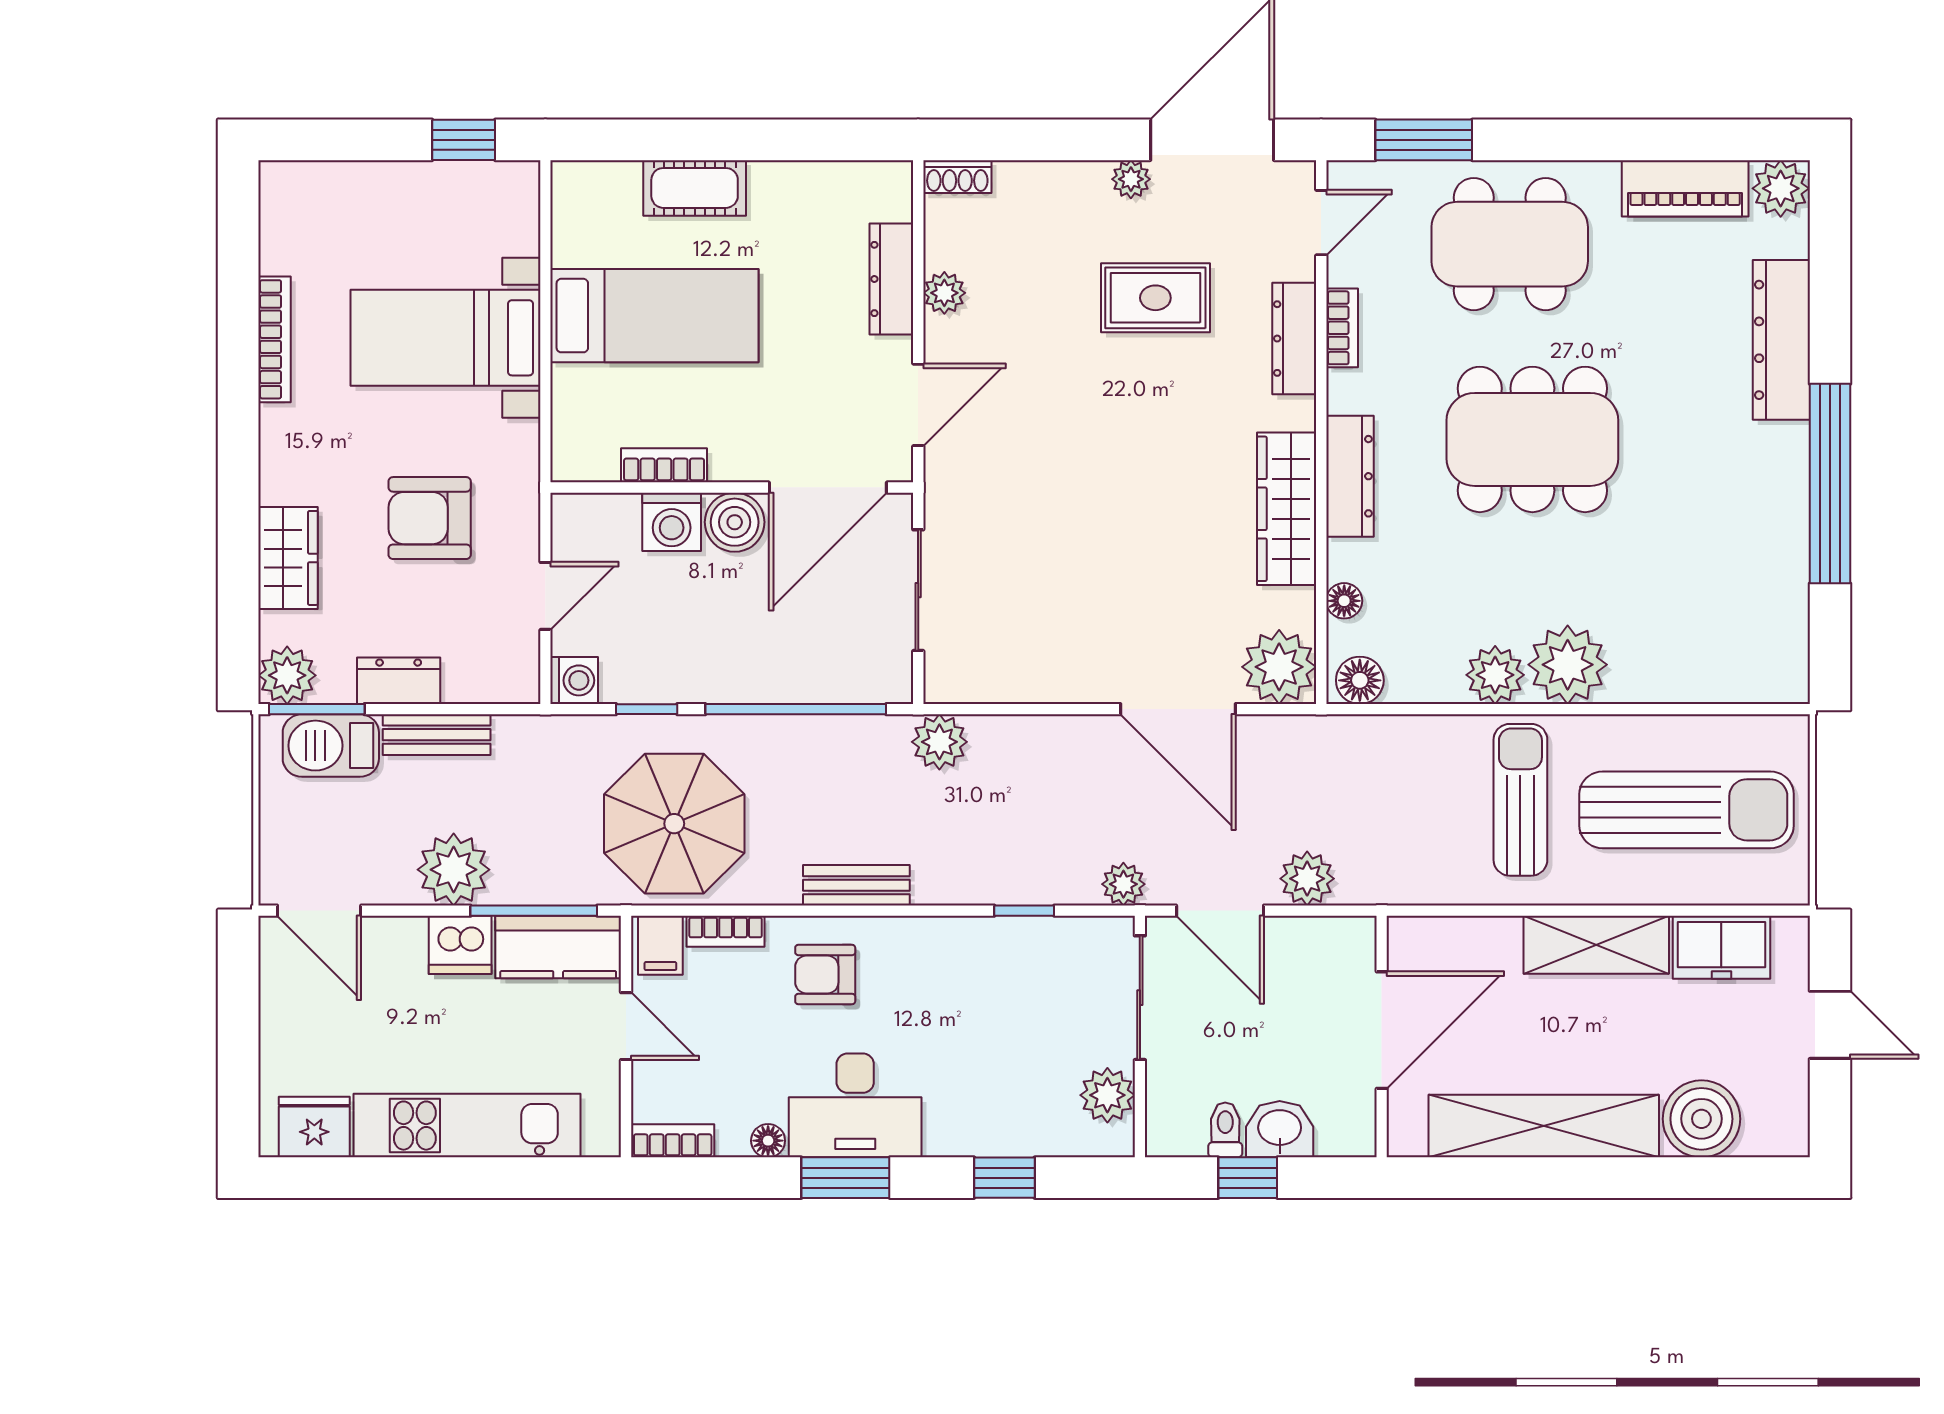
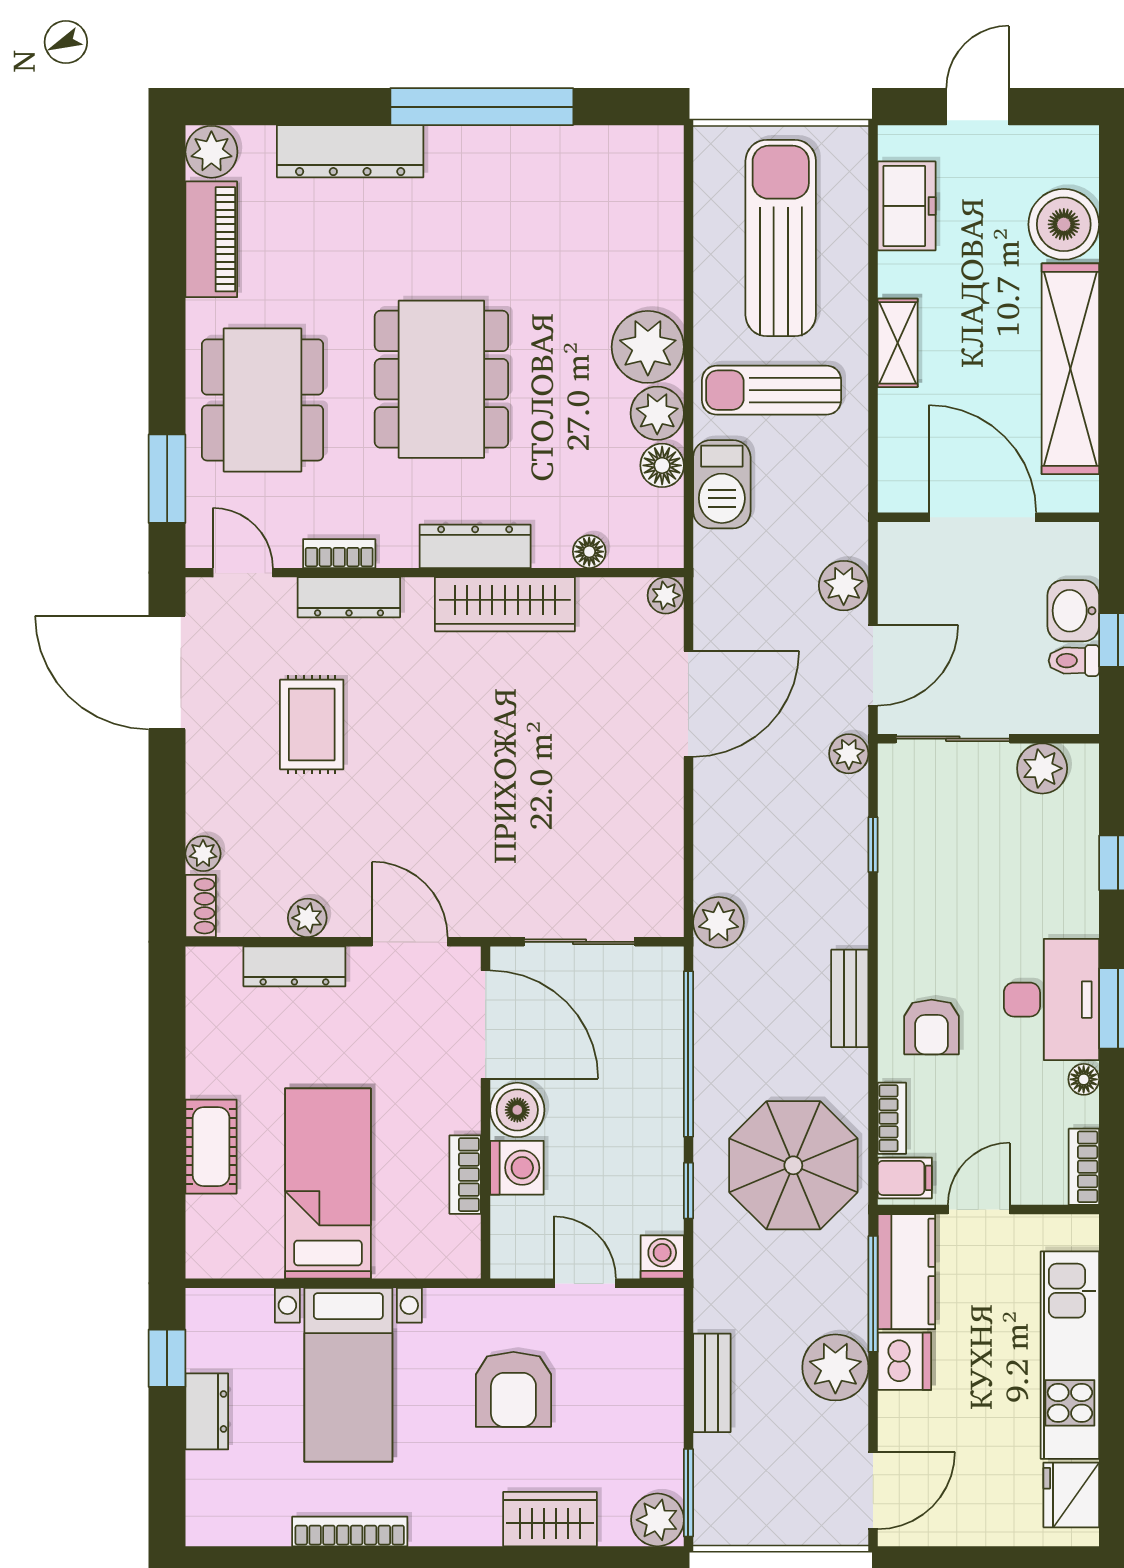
plant: (1131, 179) -> (203, 854), moved
plant: (1279, 667) -> (666, 595), width x0.53, depth x0.53
floor lamp: (1360, 680) -> (662, 465), moved
dresser: (399, 681) -> (207, 1411), moved, turned 180
barbecue: (331, 746) -> (722, 484), moved
shelving: (1596, 945) -> (898, 343), width x0.67, depth x0.75

